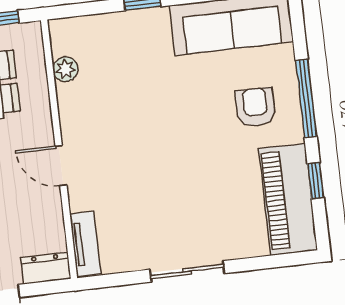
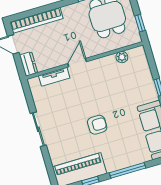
armchair: (255, 107) -> (97, 125), moved
tv unit: (85, 244) -> (54, 77), moved

